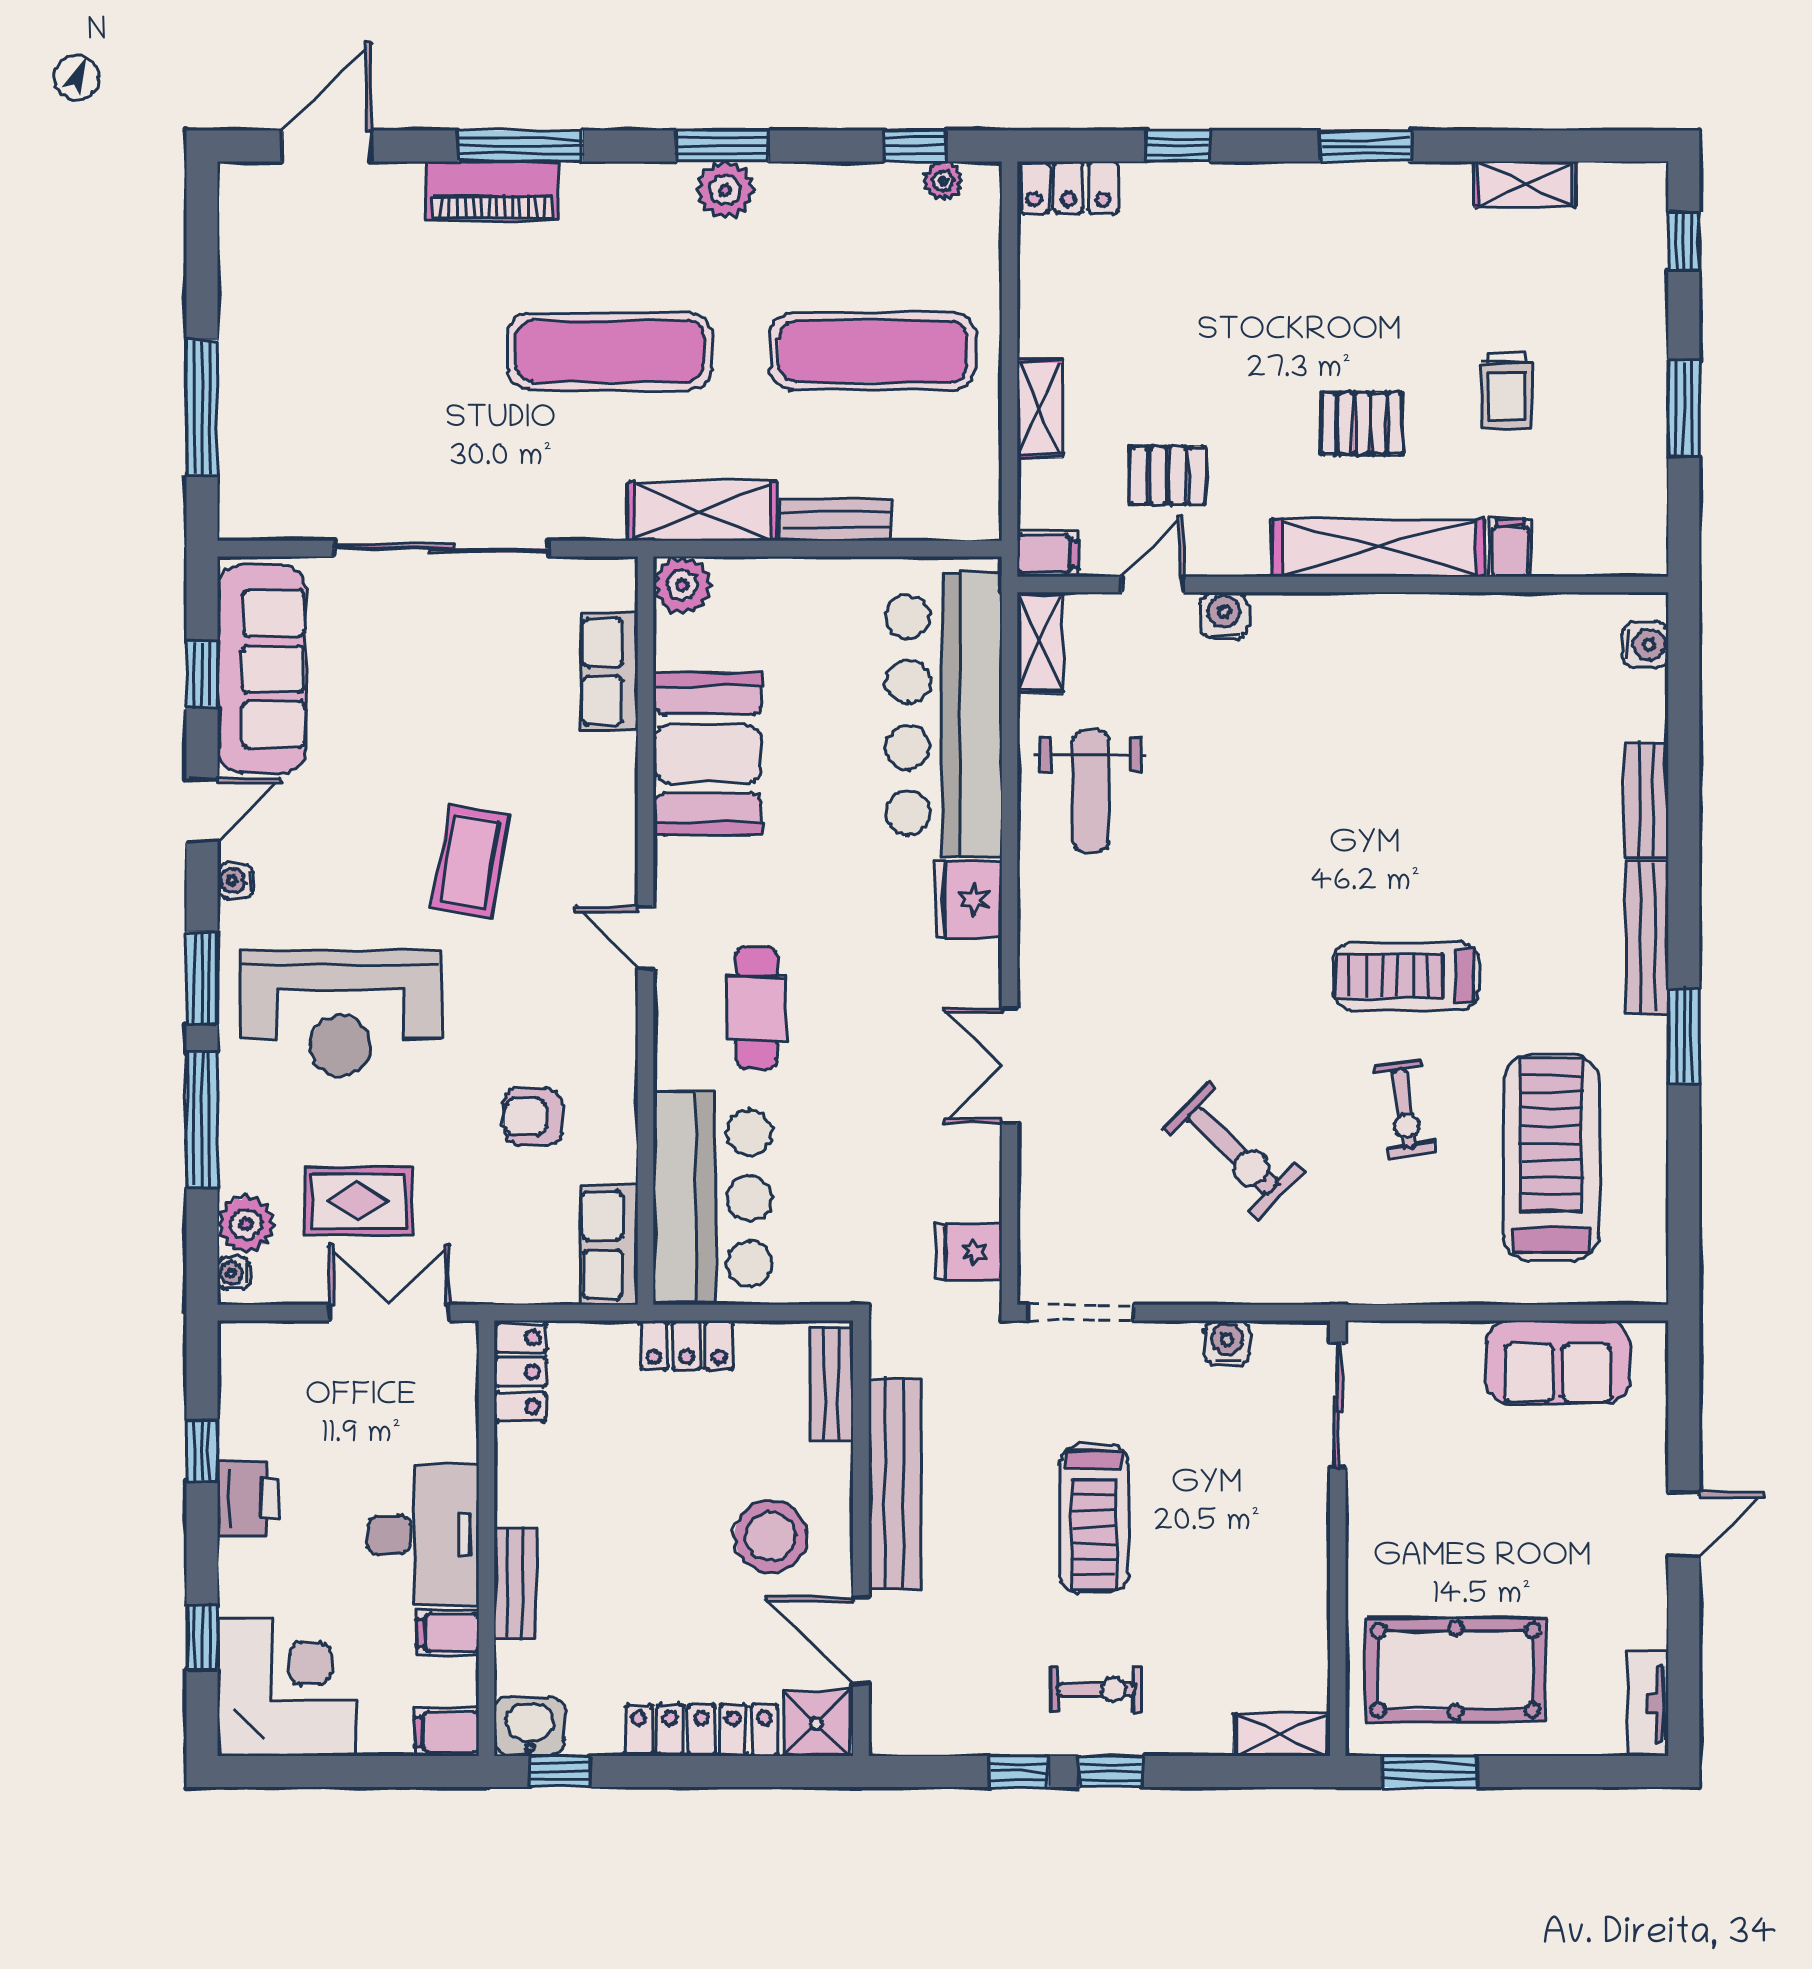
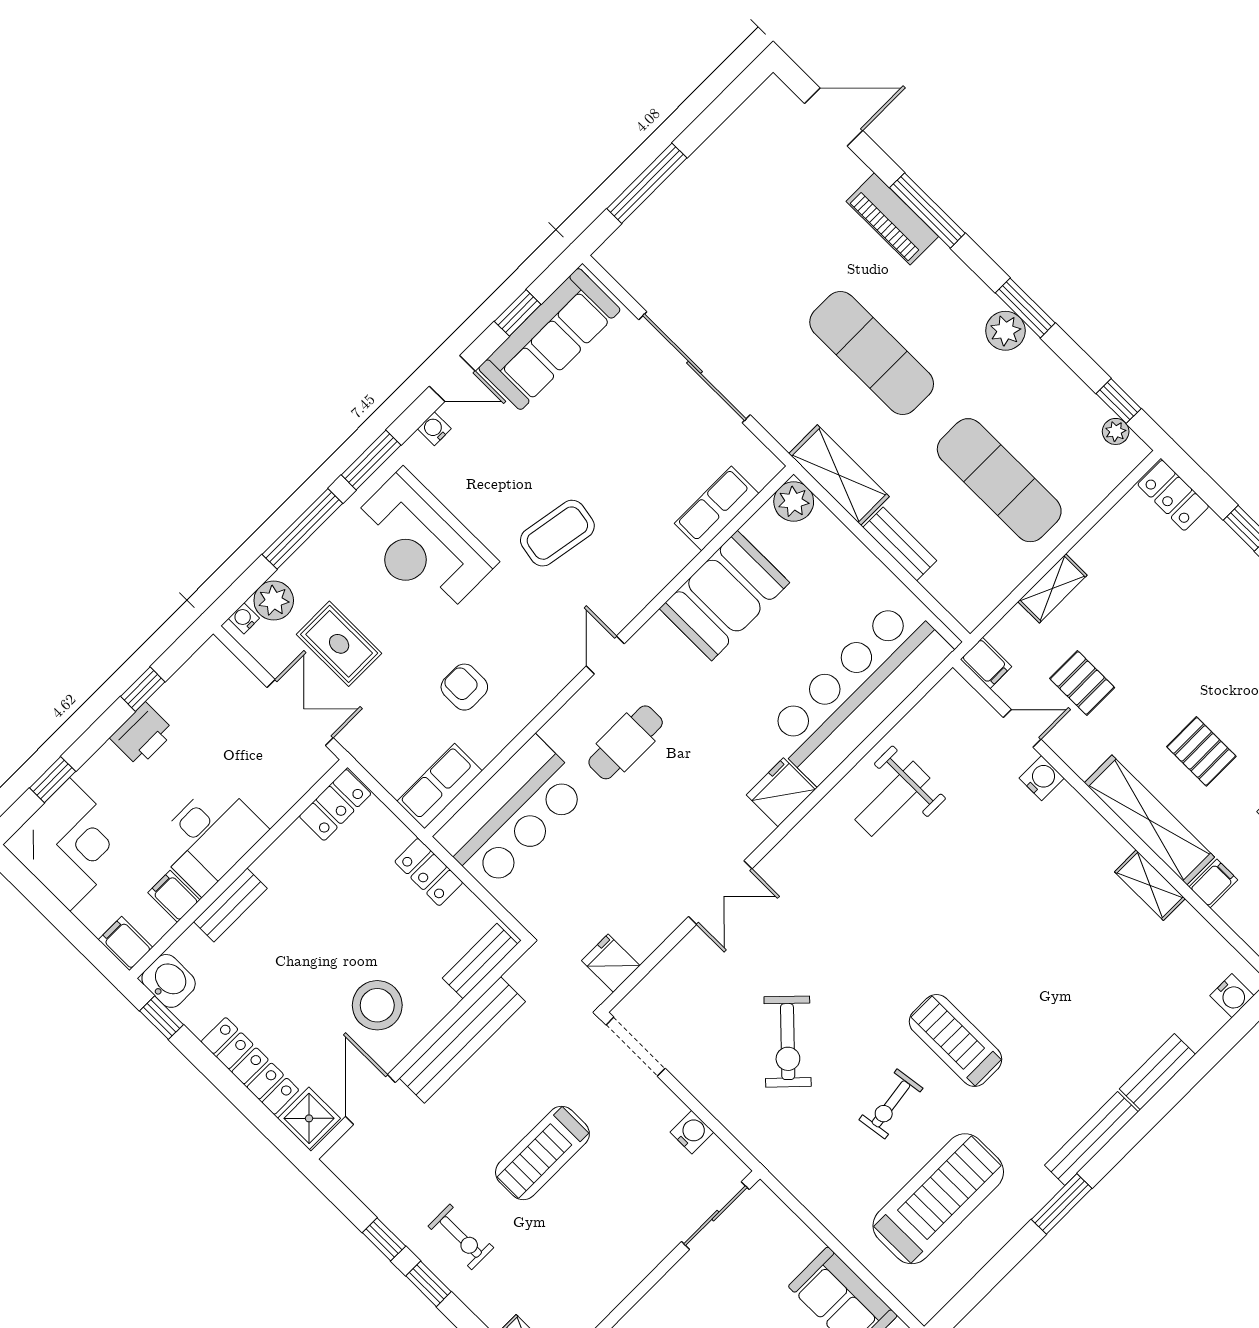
shelving: (1040, 643) -> (1150, 885), moved, turned 90
double door: (1010, 1066) -> (720, 893), swing flipped

